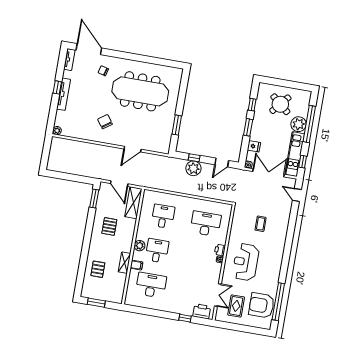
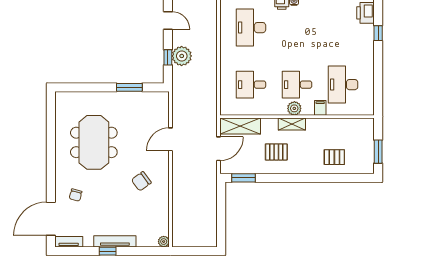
meeting table: (140, 91) -> (94, 142), width x0.73
door: (133, 149) -> (171, 139), swing flipped
shelving: (125, 263) -> (292, 124), moved

